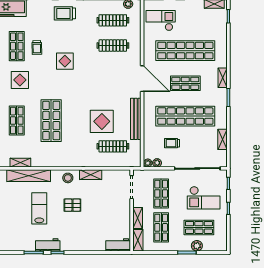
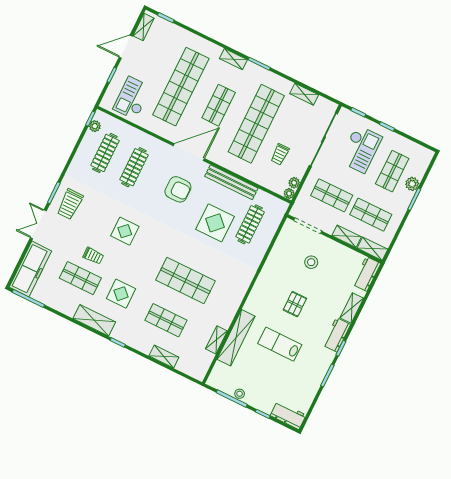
armchair: (112, 84) -> (178, 189), added
shelving: (91, 175) -> (352, 308), moved
stool: (68, 178) -> (311, 262), moved
workbench: (48, 245) -> (337, 335), moved

